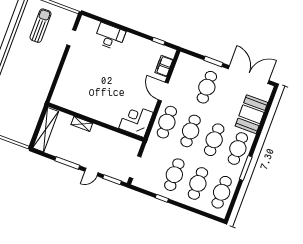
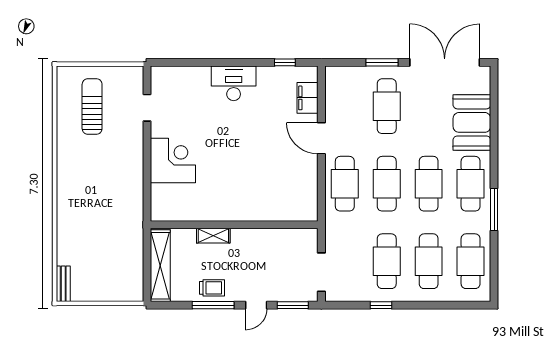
desk: (110, 36) -> (234, 83), moved
corner desk: (136, 120) -> (173, 160), moved, turned 90
trolley: (70, 153) -> (212, 288), added

